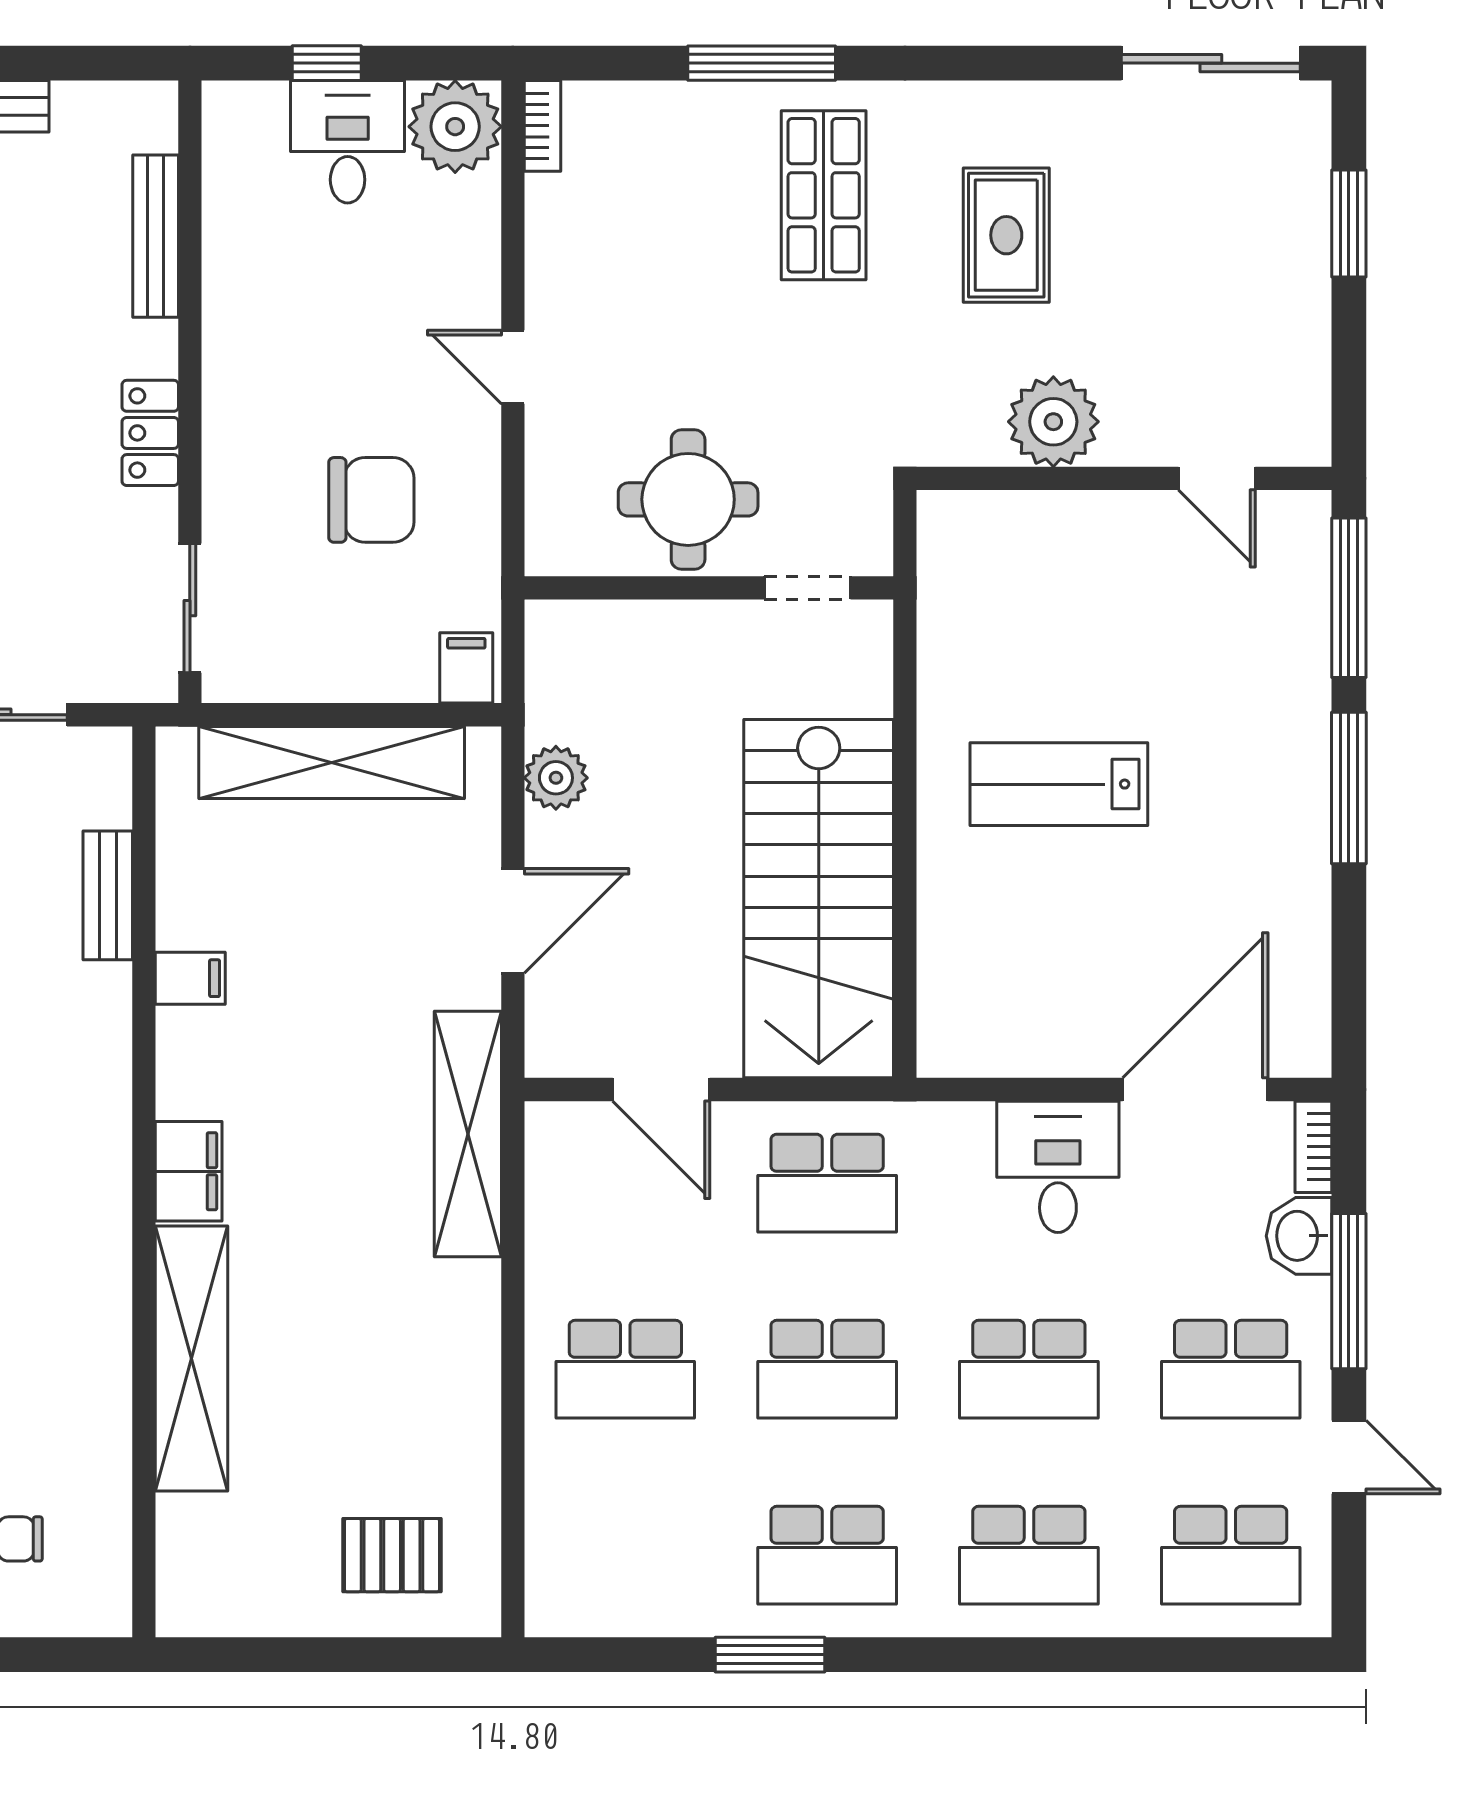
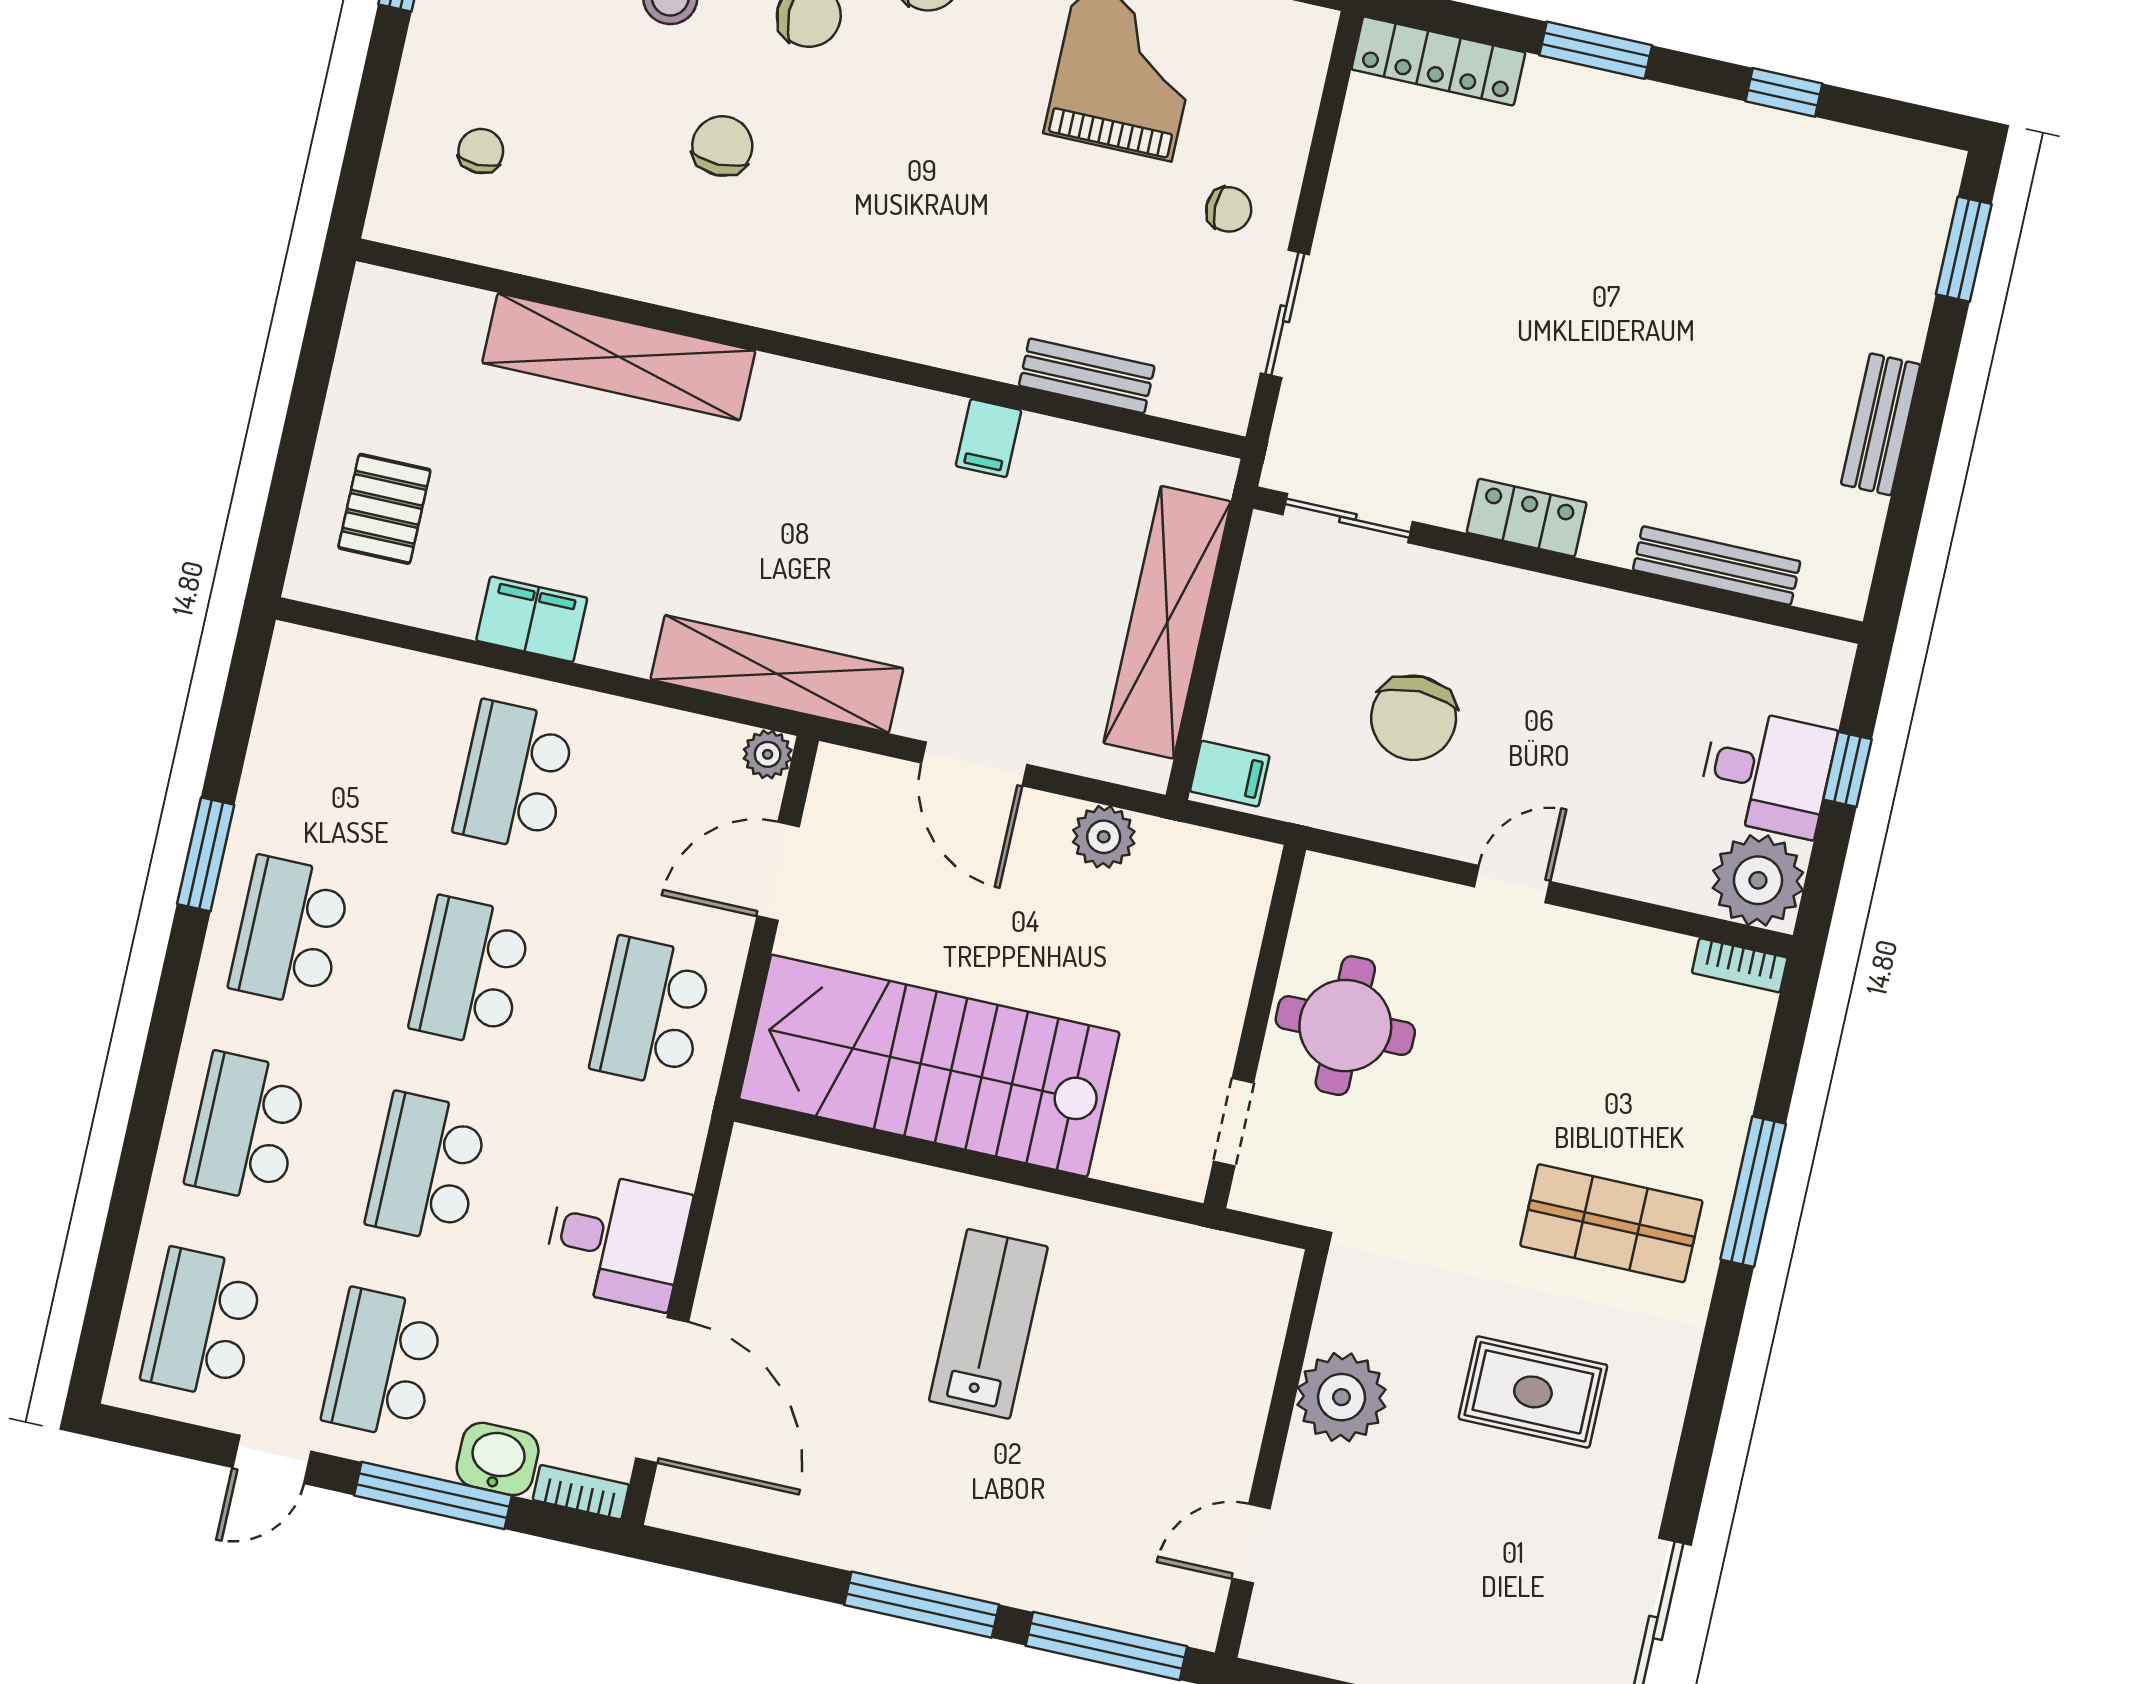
plant: (549, 1125) -> (768, 754), added
filing cabinet: (189, 1171) -> (532, 619), moved, turned 180

